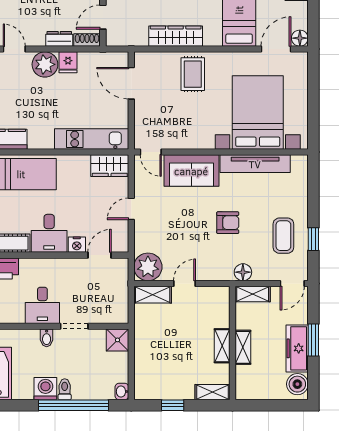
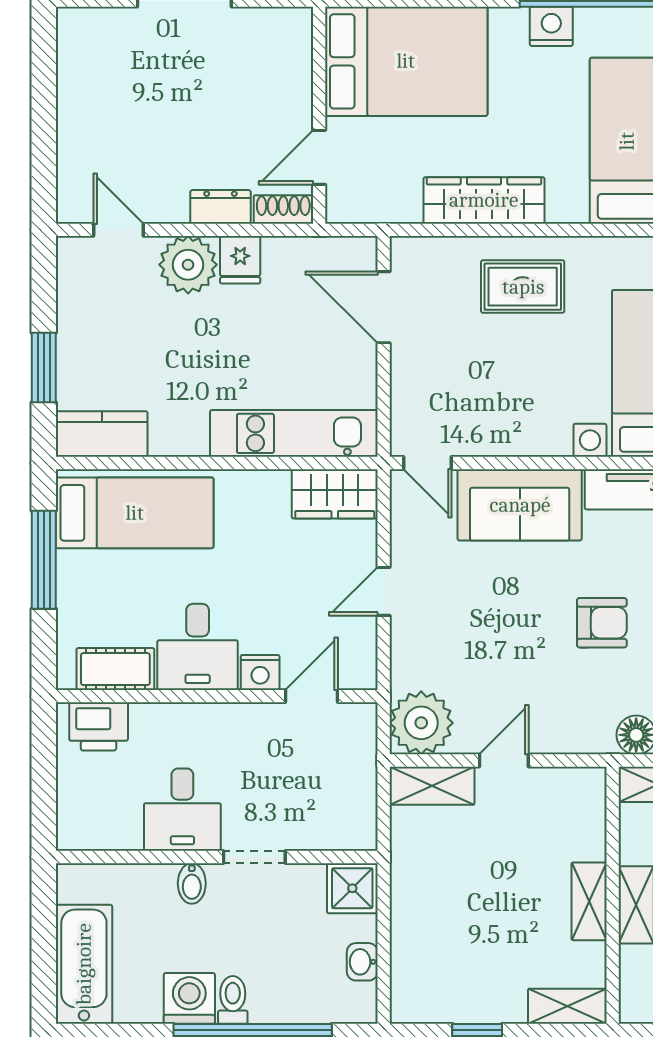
rug: (193, 74) -> (523, 287), turned 90
washbasin: (122, 392) -> (362, 962), moved

